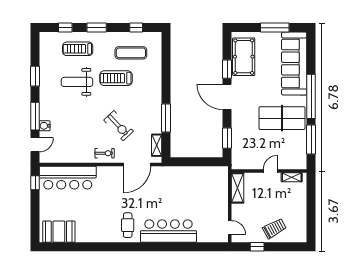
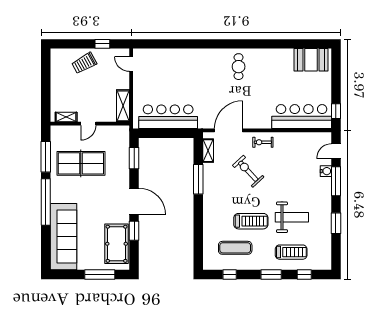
window: (275, 28) -> (100, 274), moved
table tennis table: (282, 118) -> (81, 163), moved
bar counter: (168, 231) -> (168, 117), moved, turned 180

